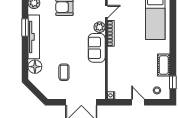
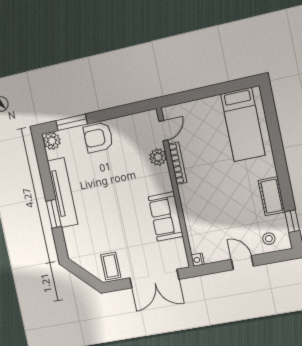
window: (25, 28) -> (54, 214), moved
sofa: (97, 48) -> (166, 216), moved
floor lamp: (35, 67) -> (74, 237), removed
coffee table: (64, 72) -> (111, 266), moved

